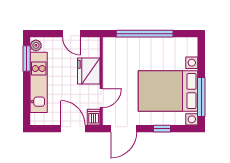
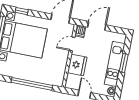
window: (27, 58) -> (124, 63), moved
door: (73, 129) -> (97, 26), swing flipped
window: (162, 129) -> (22, 11), moved

